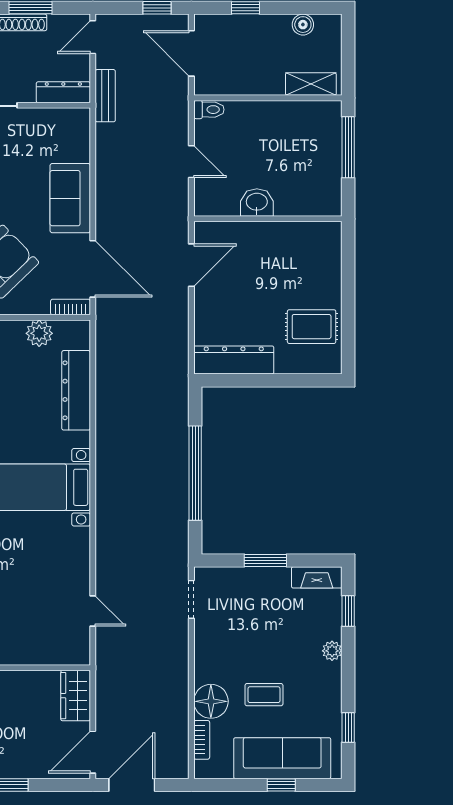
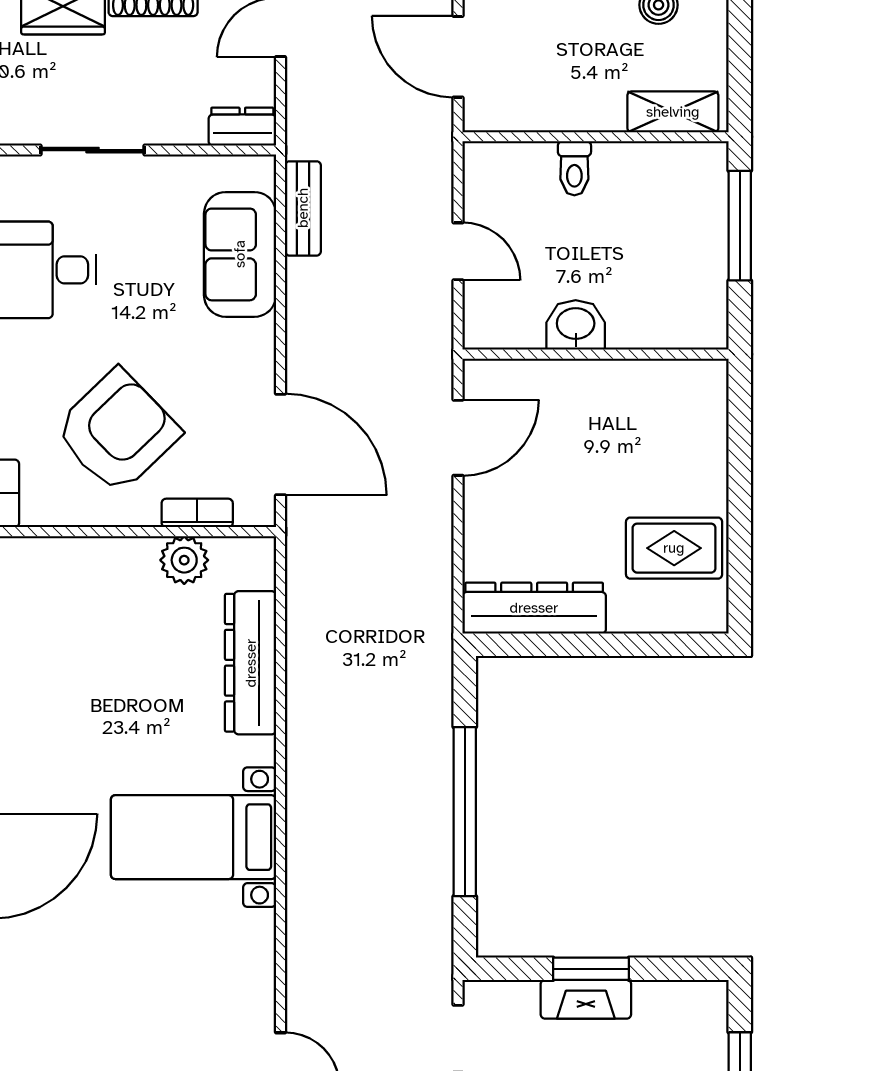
dresser: (63, 92) -> (242, 127), width x0.70
bench: (105, 96) -> (303, 208), moved
toilet: (209, 110) -> (574, 168), moved, turned 90
sofa: (70, 198) -> (240, 254), moved
bookcase: (70, 307) -> (197, 513), moved
fireplace: (317, 577) -> (586, 999), moved

